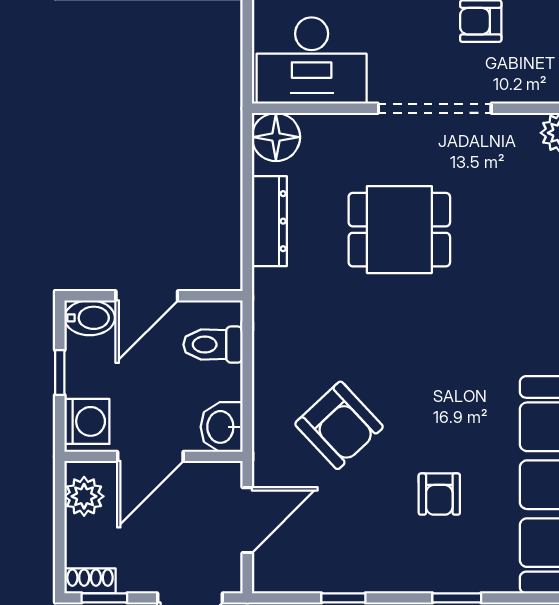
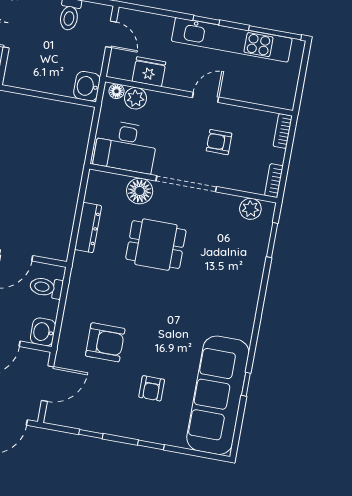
floor lamp: (276, 137) -> (140, 191), moved
armchair: (339, 425) -> (105, 342), turned -47

